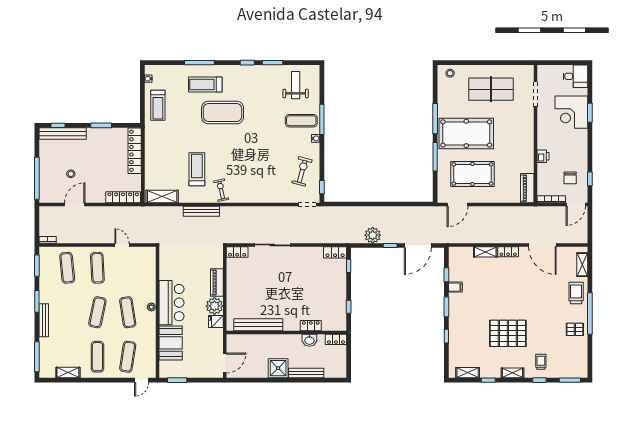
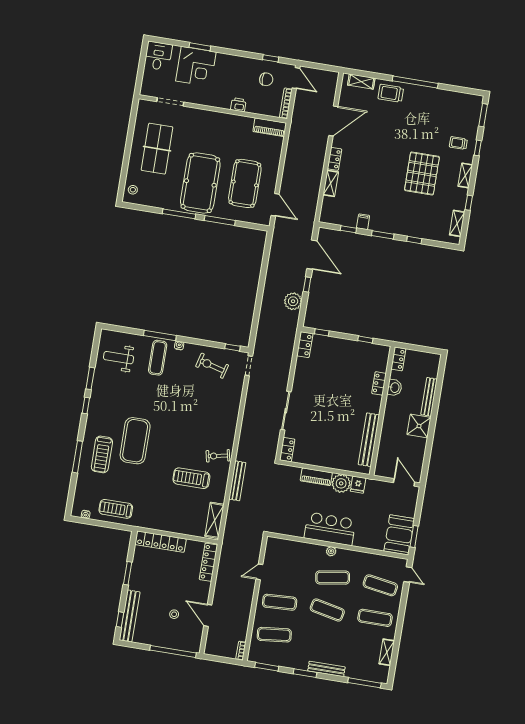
treadmill: (158, 105) -> (116, 509), turned 180
pallet: (575, 329) -> (430, 101), removed
booth: (171, 343) -> (399, 535), moved, turned 90

